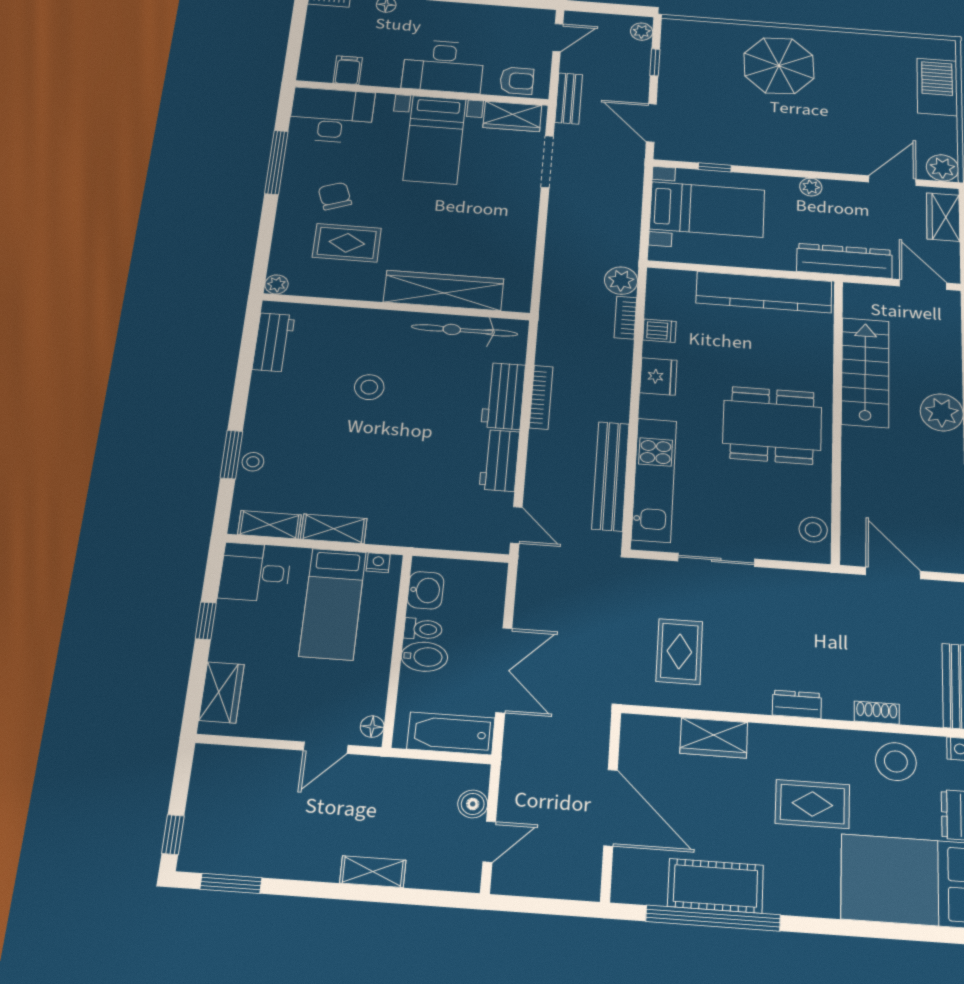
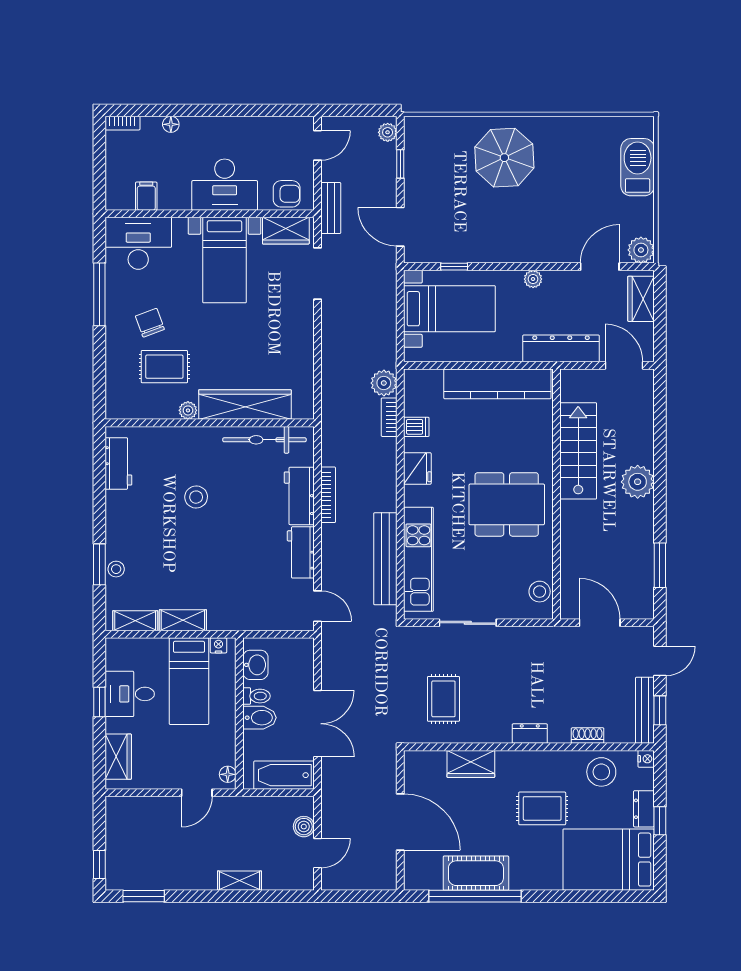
plant: (277, 284) -> (188, 410), moved
desk: (255, 572) -> (130, 694), moved

